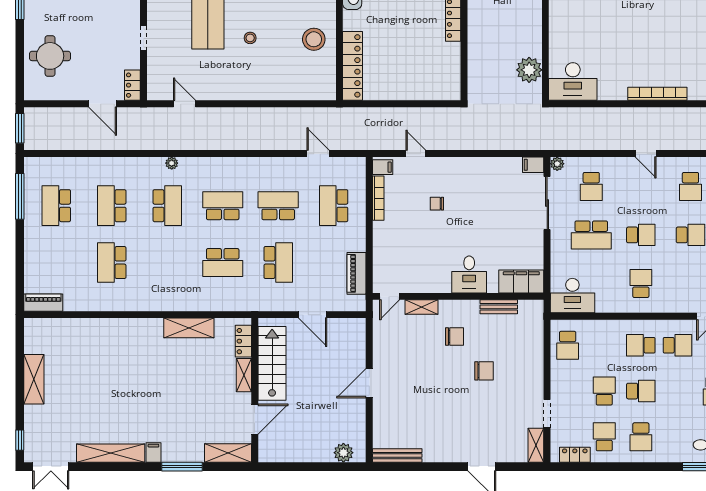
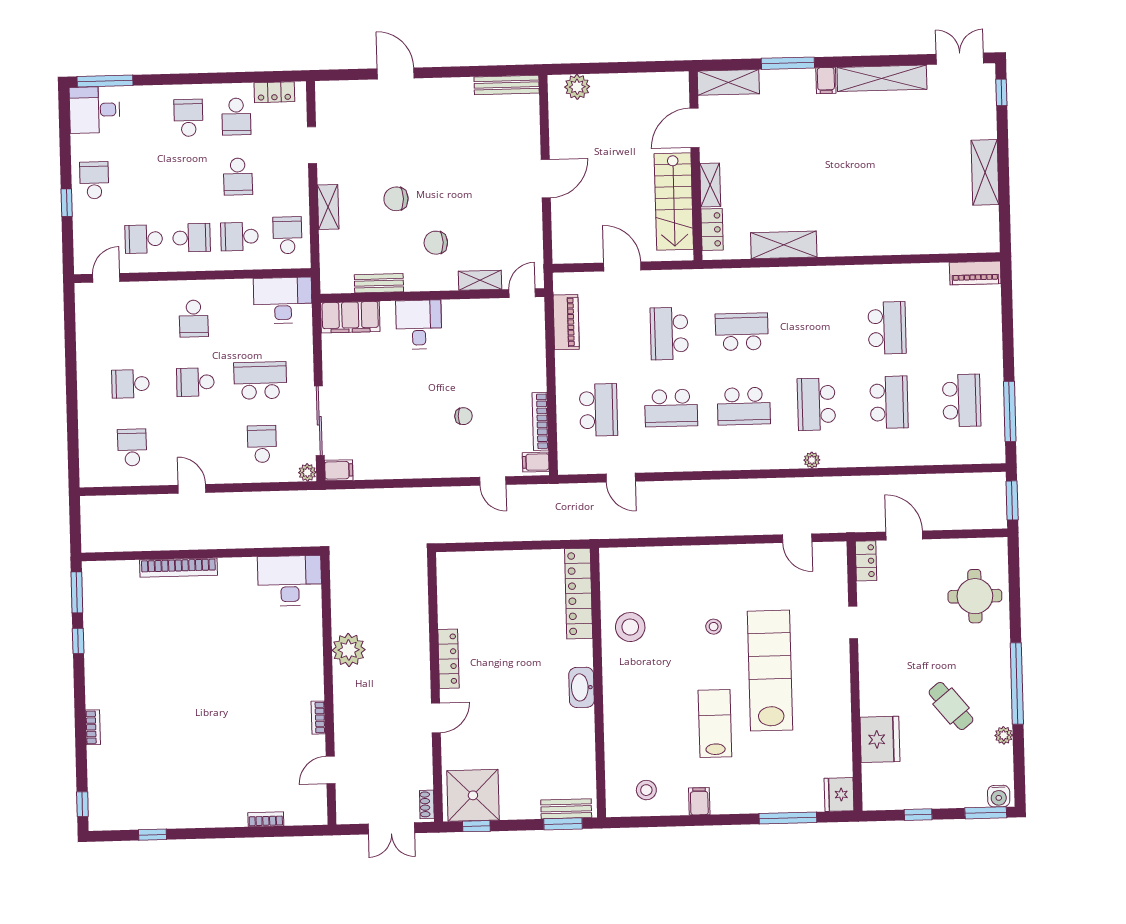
plant: (529, 70) -> (349, 650), moved
school desk: (641, 391) -> (239, 236), moved
shelving: (536, 445) -> (328, 207), moved

